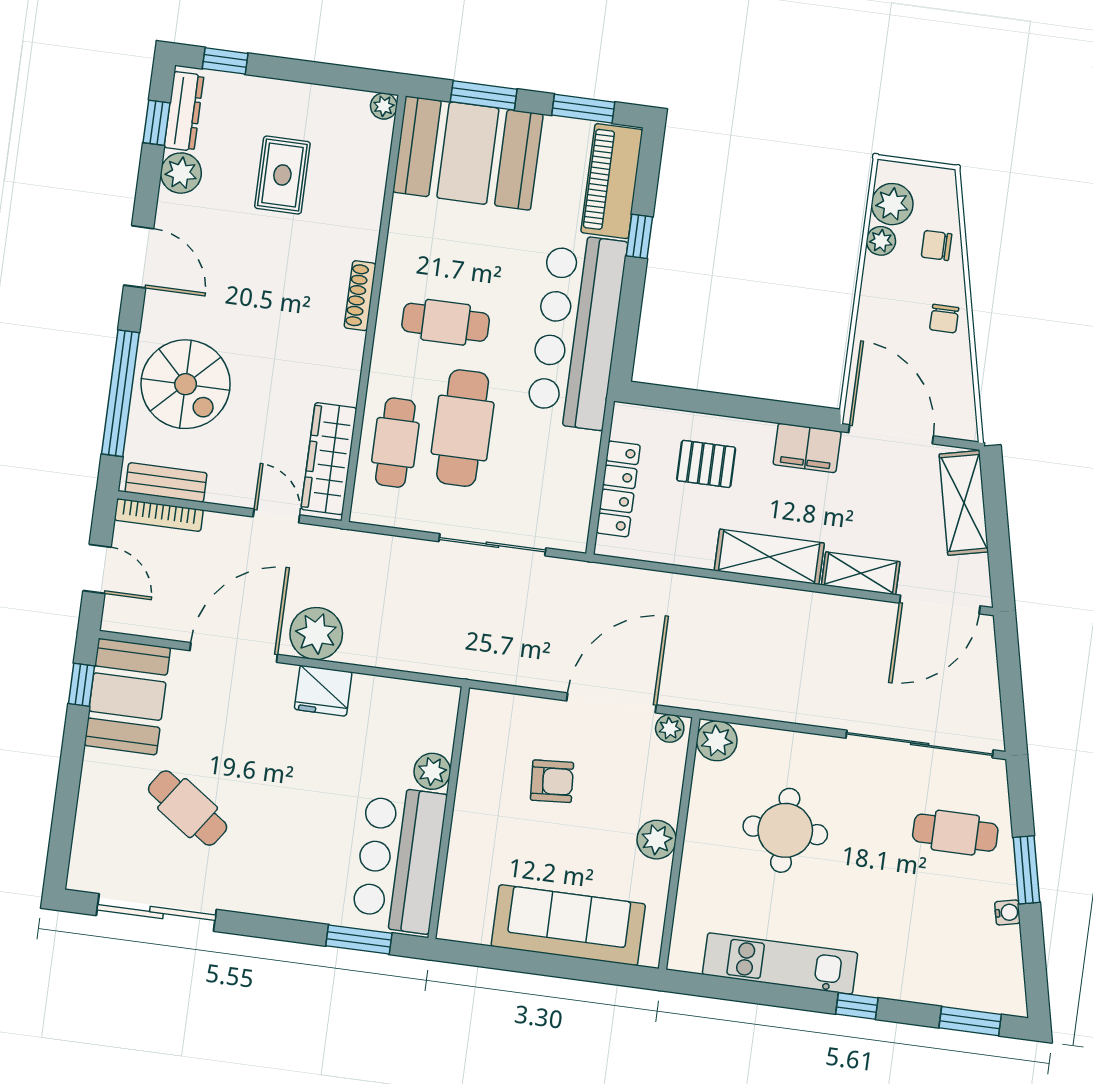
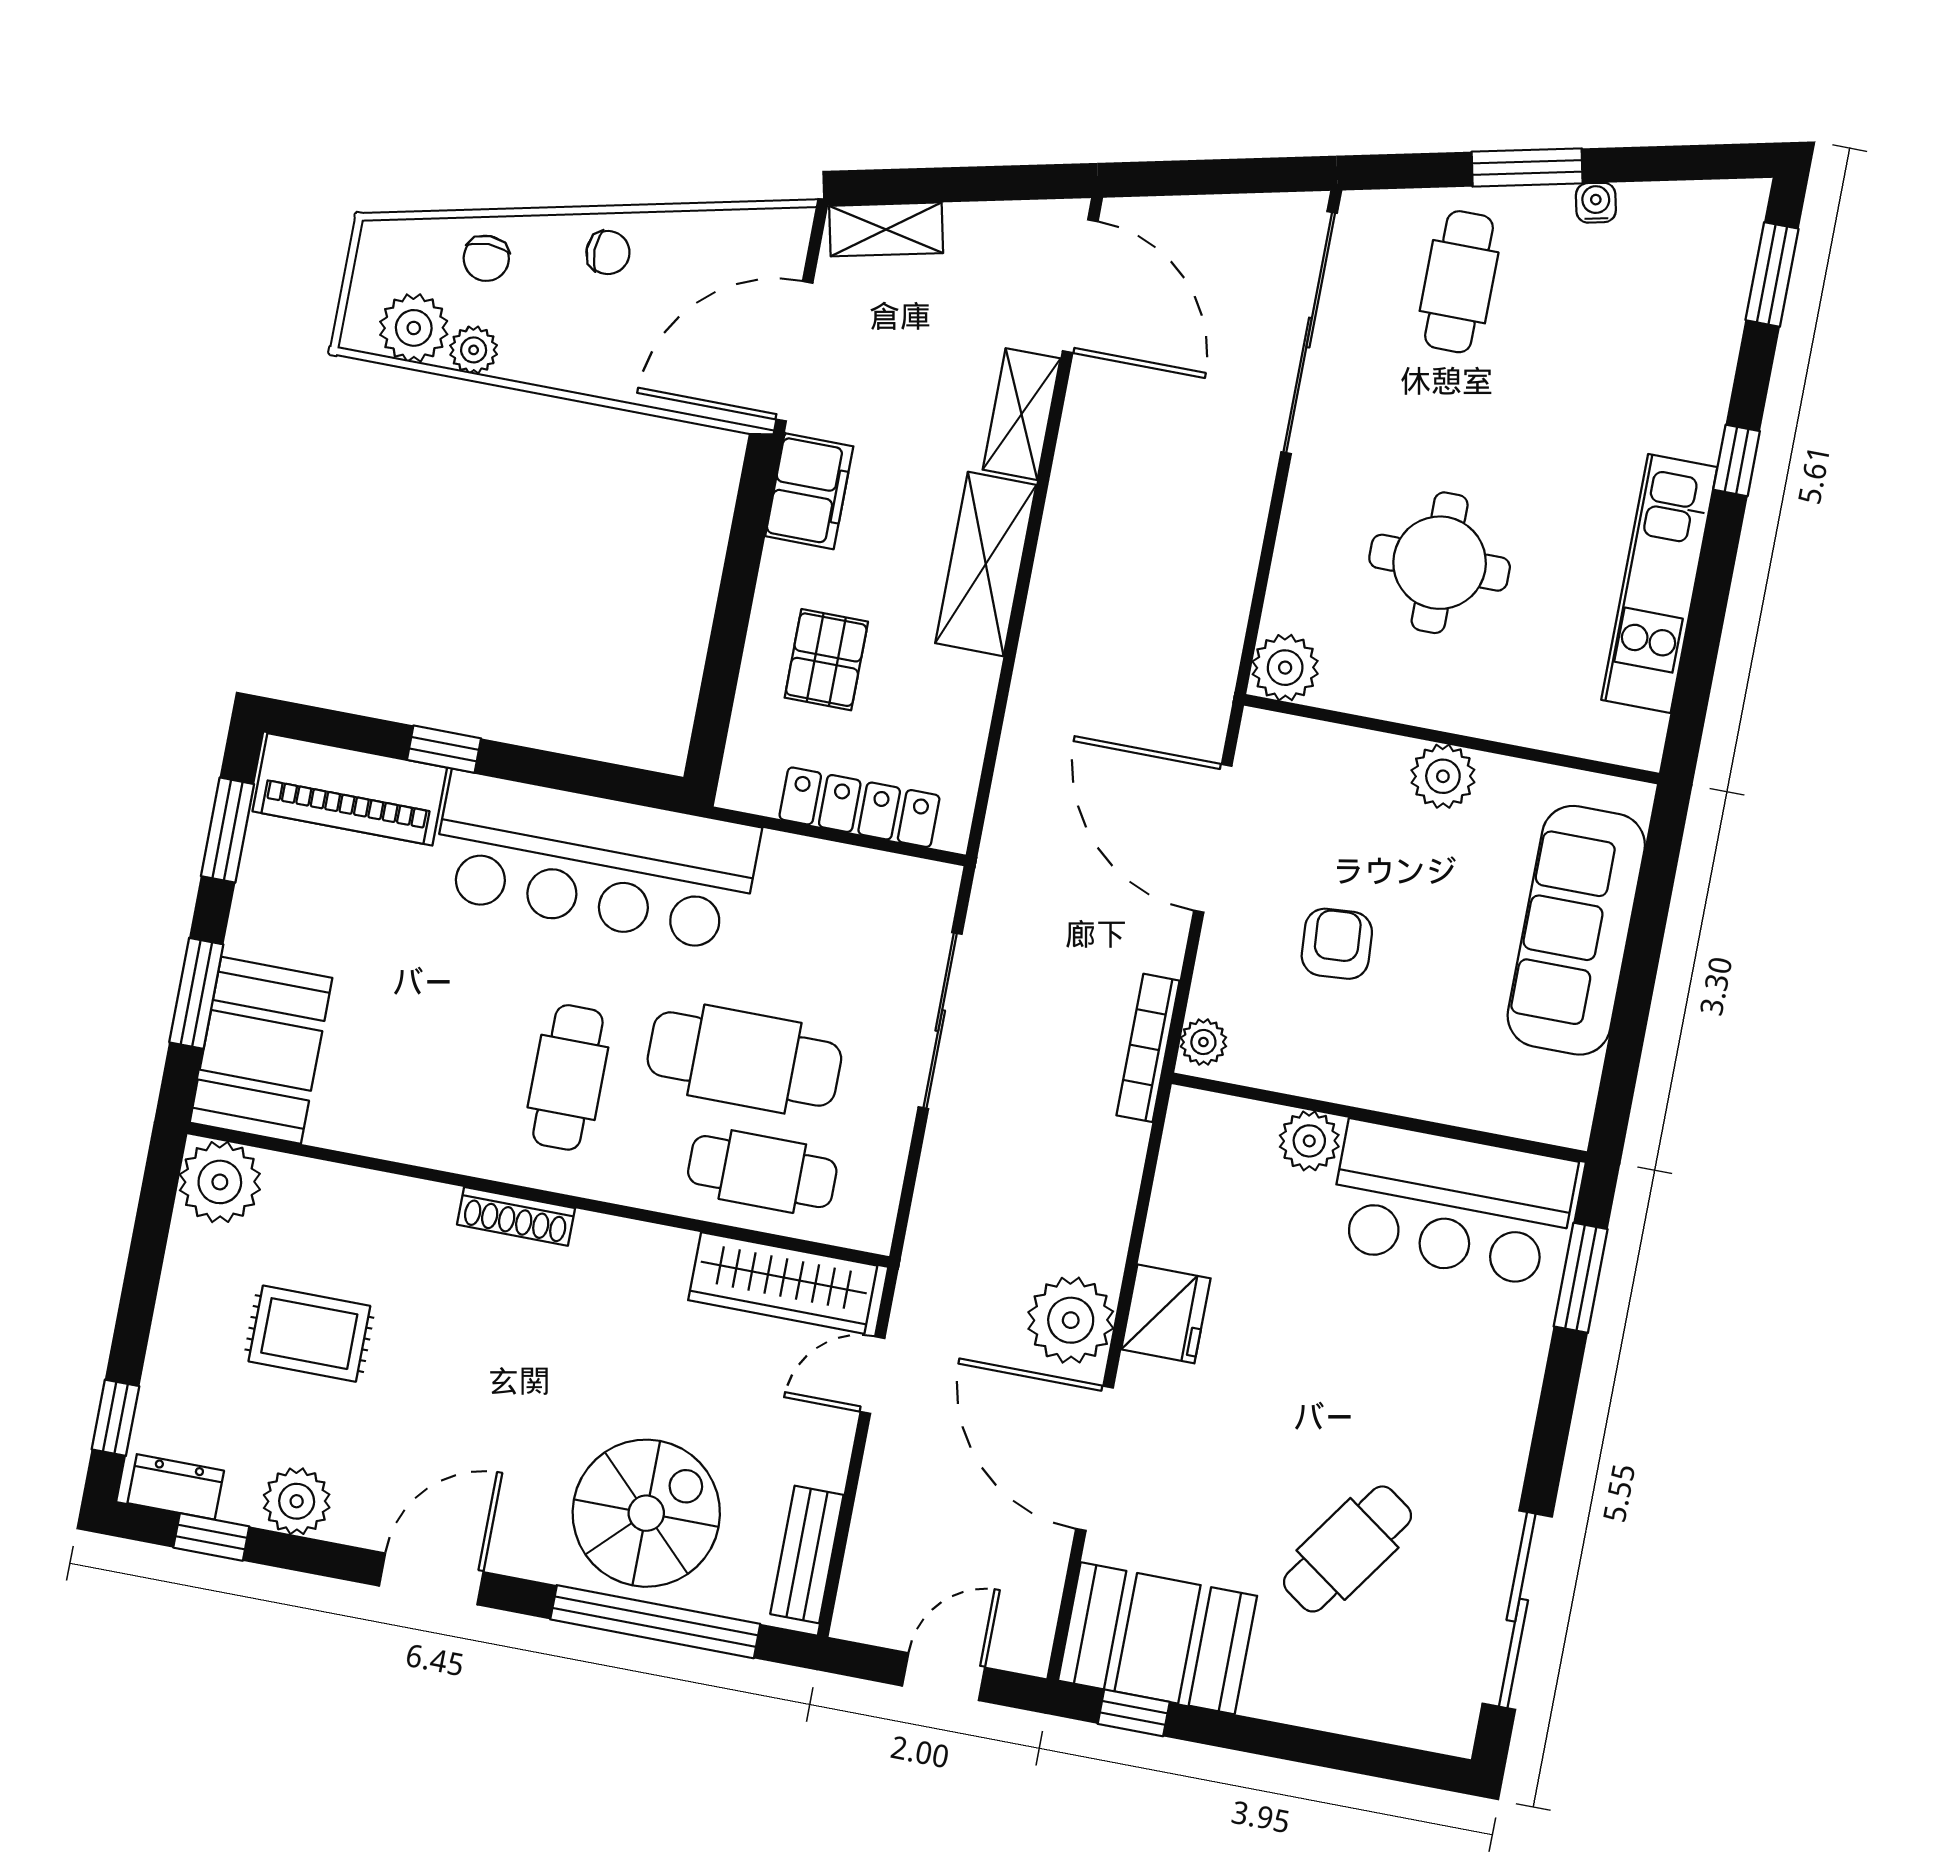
plant: (384, 106) -> (220, 1182), width x1.88, depth x1.88
dresser: (184, 111) -> (176, 1487), width x0.70
booth: (468, 153) -> (261, 1050), width x0.73, depth x0.70
shelving: (964, 503) -> (886, 229), width x0.67, depth x0.75
bookcase: (159, 515) -> (1148, 1048), moved, turned 180
plant: (670, 728) -> (1203, 1042), moved

